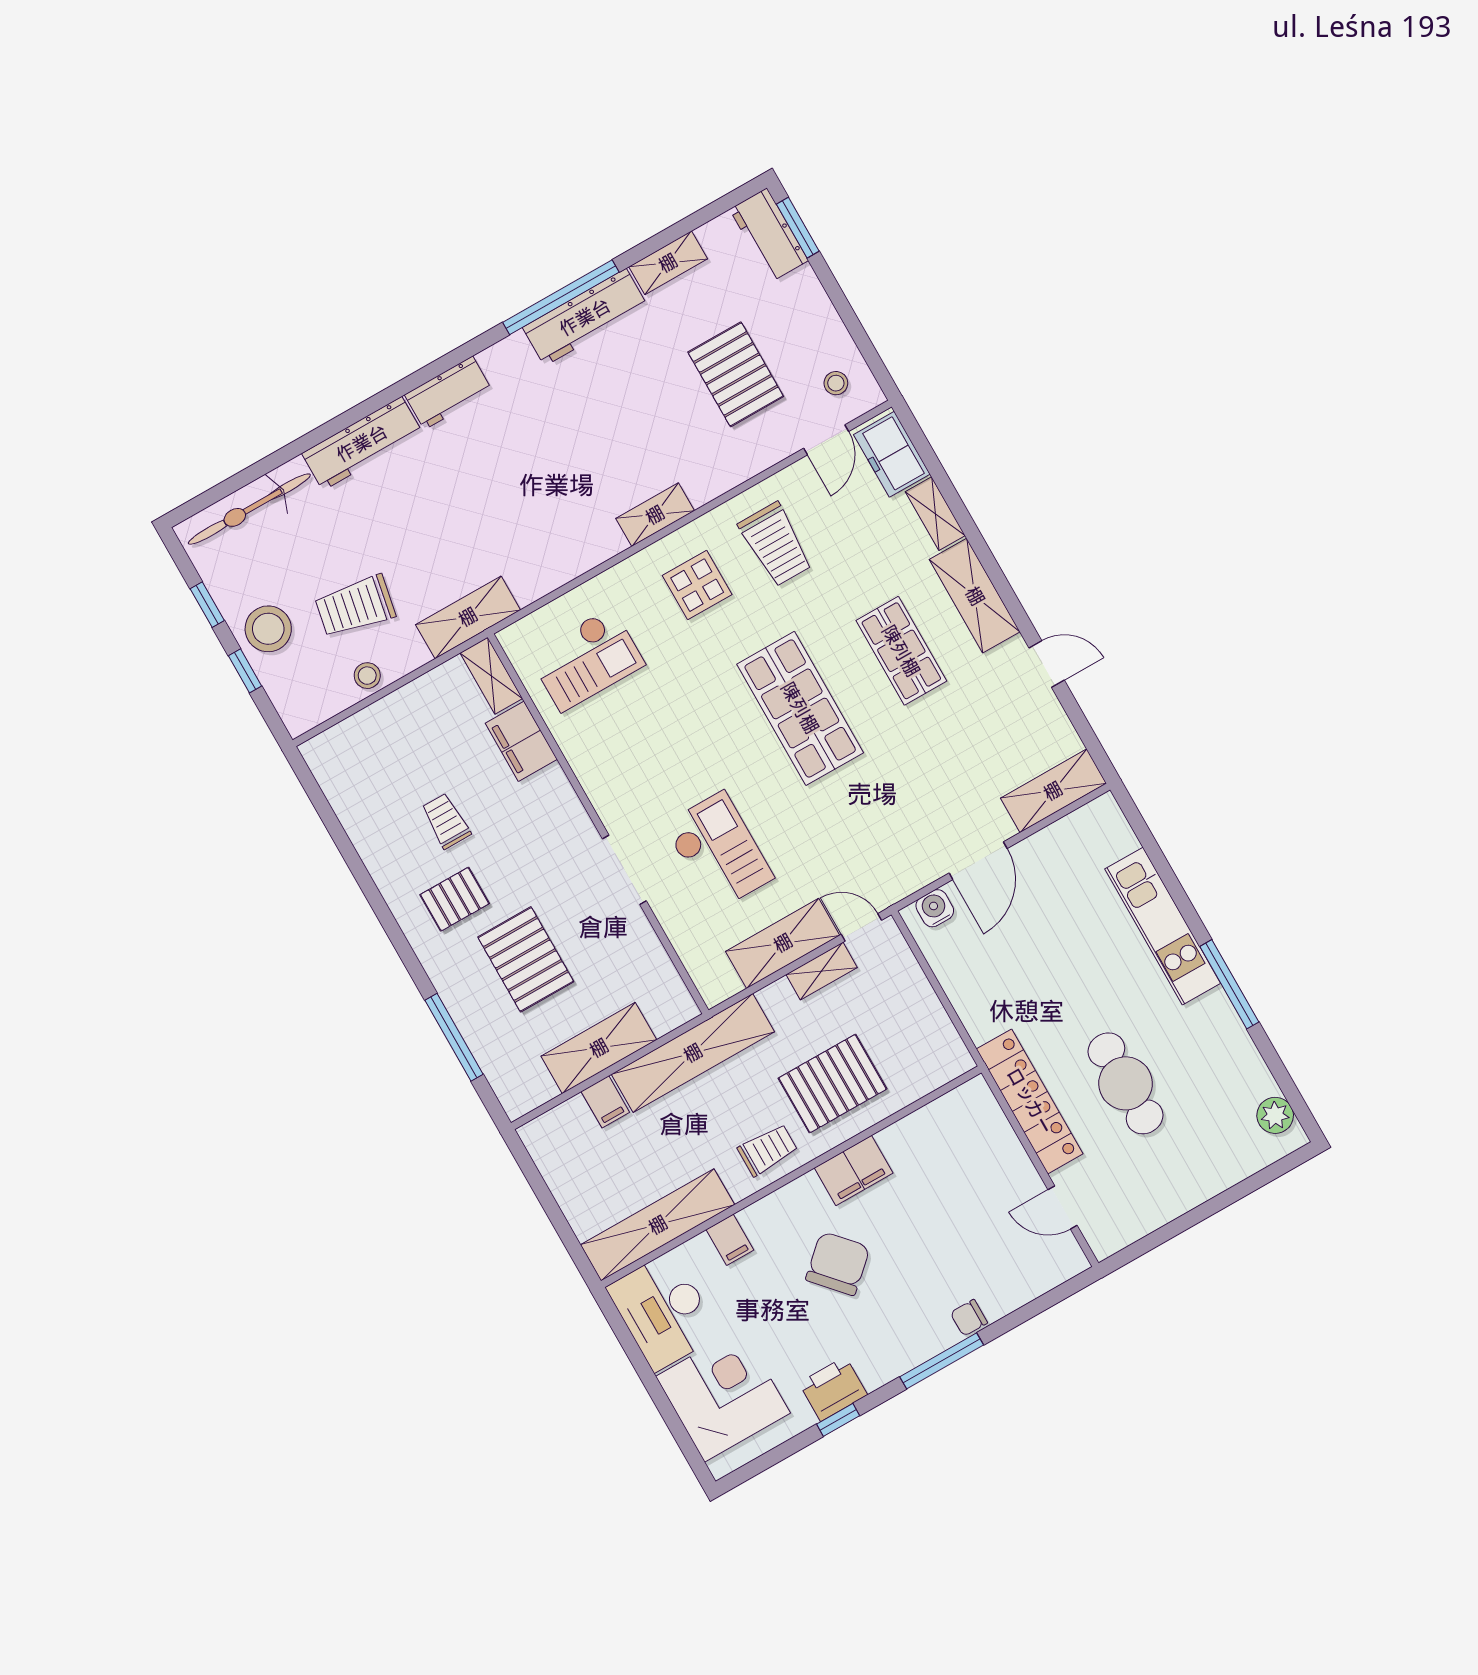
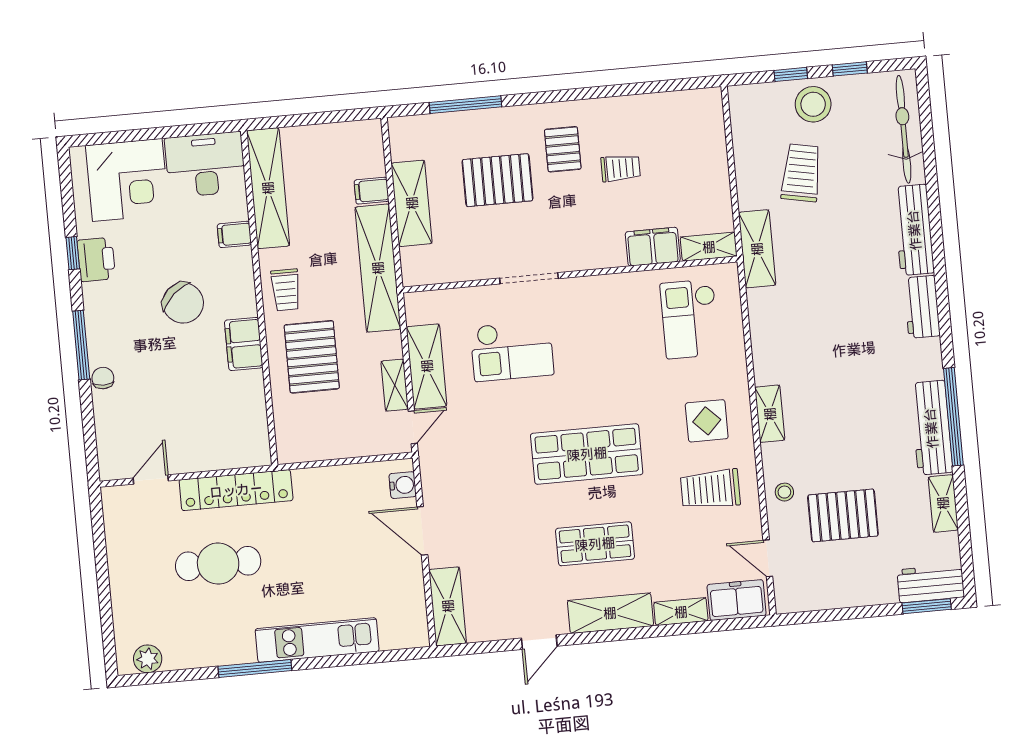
stool: (836, 383) -> (784, 492), moved
stool: (367, 676) -> (748, 159), removed

